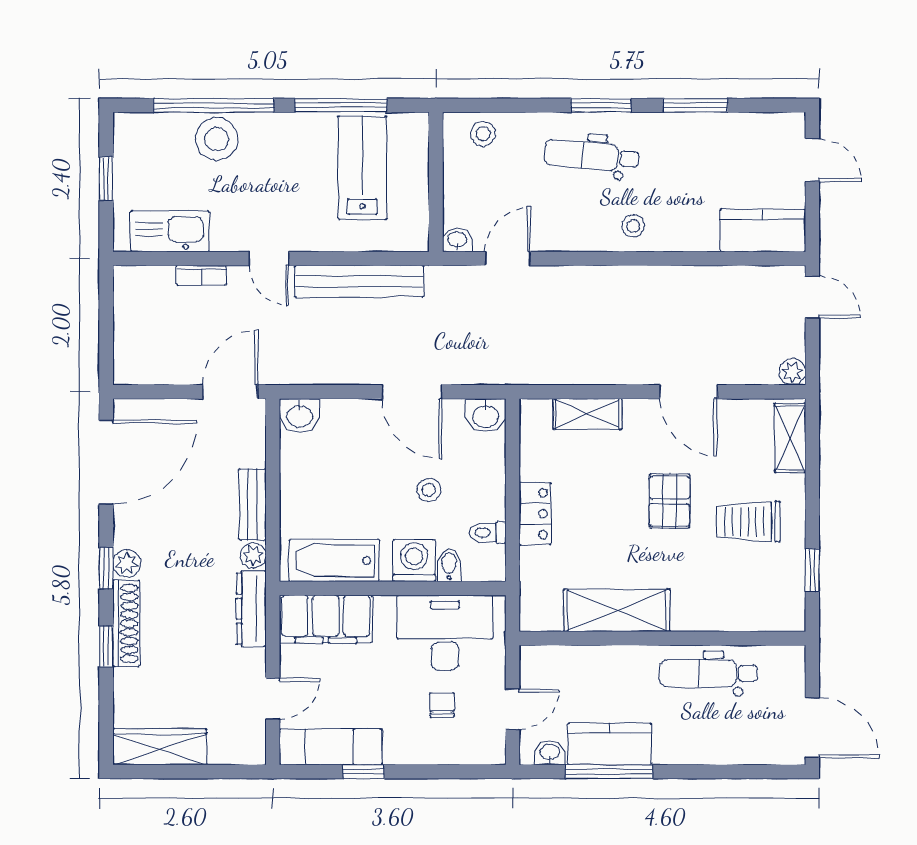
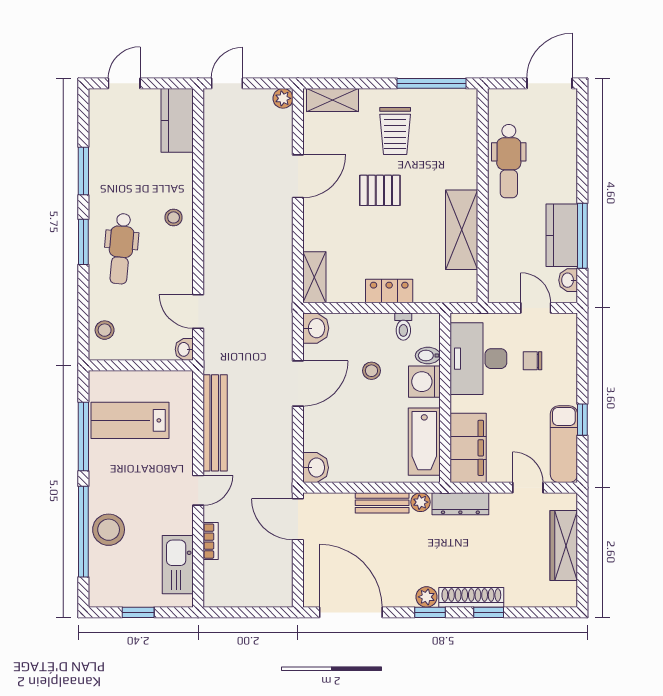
shelving: (587, 414) -> (314, 277), moved
window: (812, 570) -> (432, 83), width x2.17
wardrobe: (160, 747) -> (564, 546), moved

